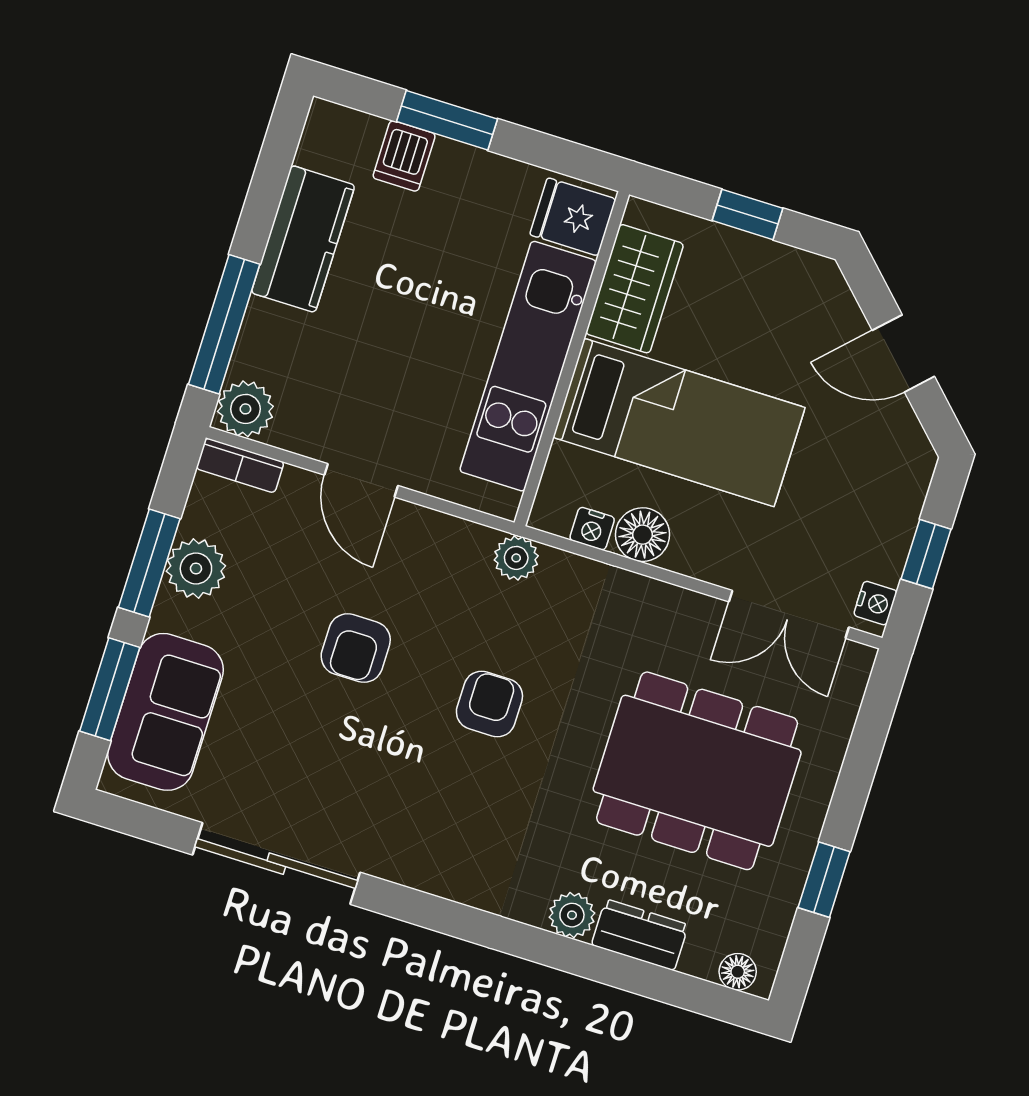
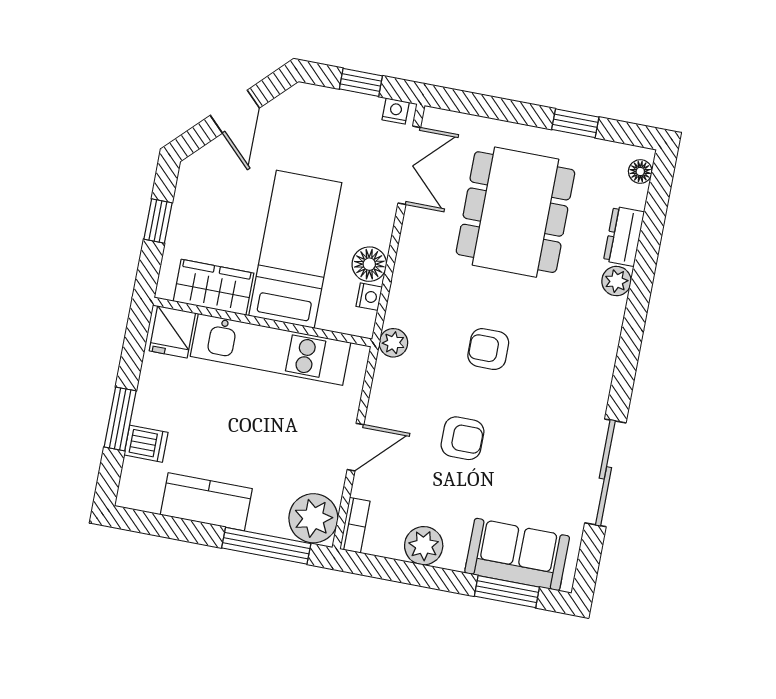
plant: (245, 409) -> (313, 518), width x1.36, depth x1.36
window: (149, 563) -> (424, 576), removed

